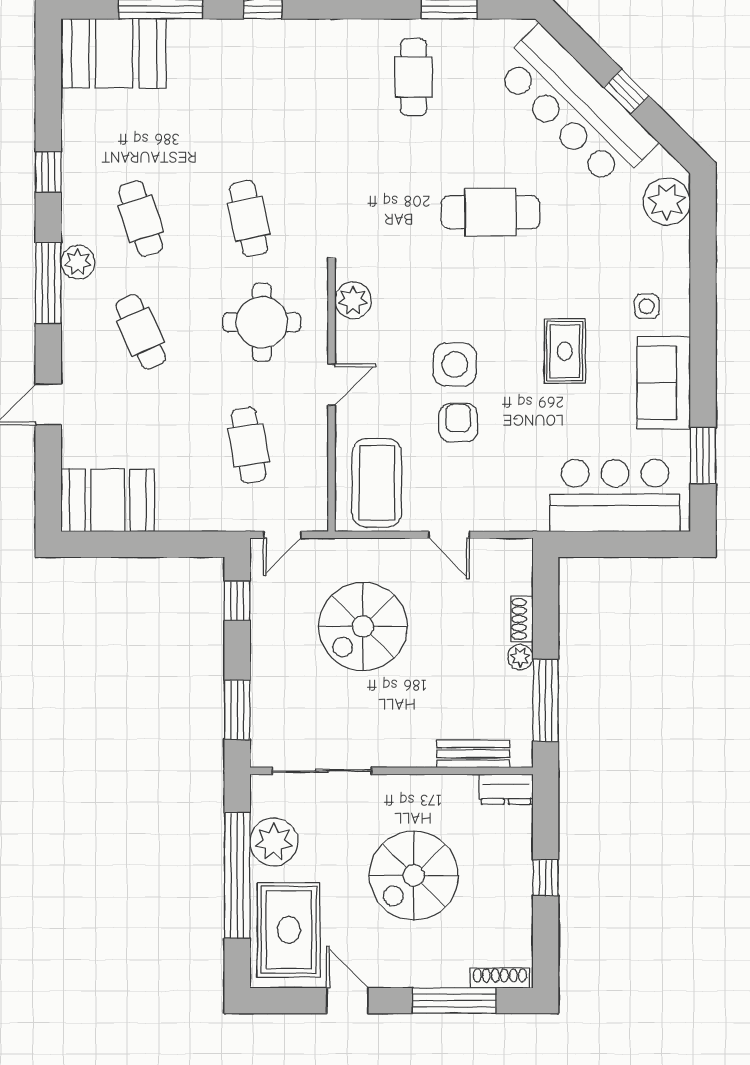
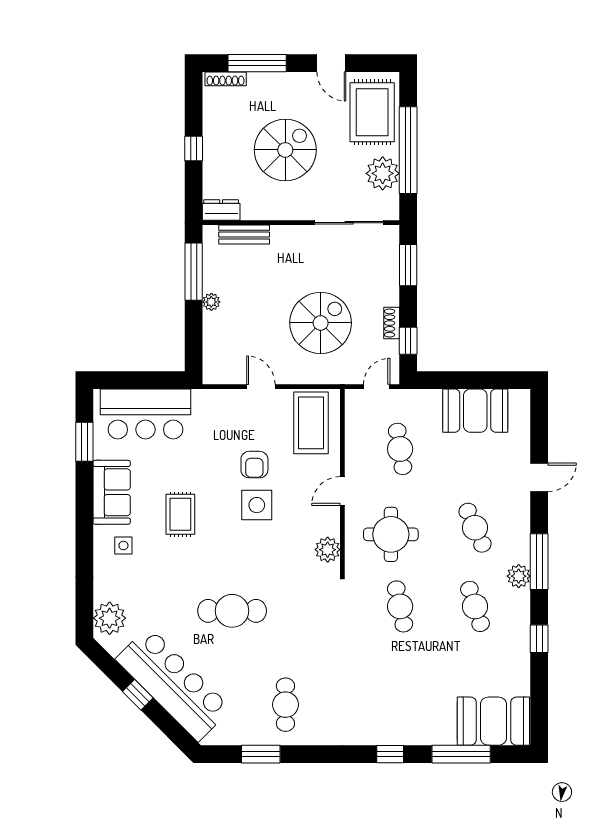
booth: (108, 500) -> (475, 411), moved
shoe rack: (522, 619) -> (392, 323), moved, turned 180

